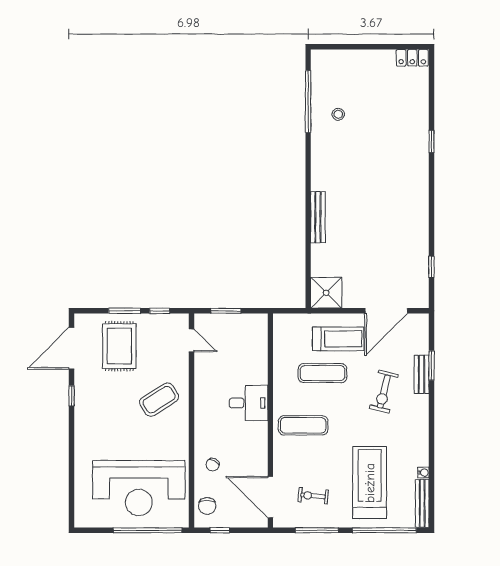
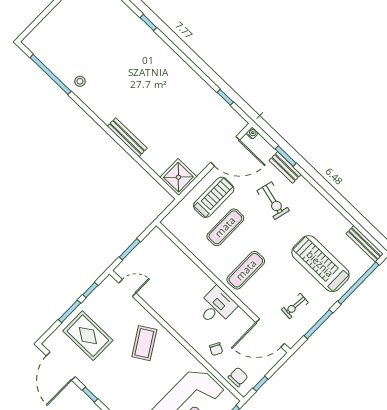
stool: (338, 114) -> (80, 81), moved
door: (386, 311) -> (225, 151), hinge flipped
desk: (249, 403) -> (216, 307), moved
water cooler: (423, 473) -> (252, 133), moved
chair: (207, 506) -> (238, 377), turned -90

